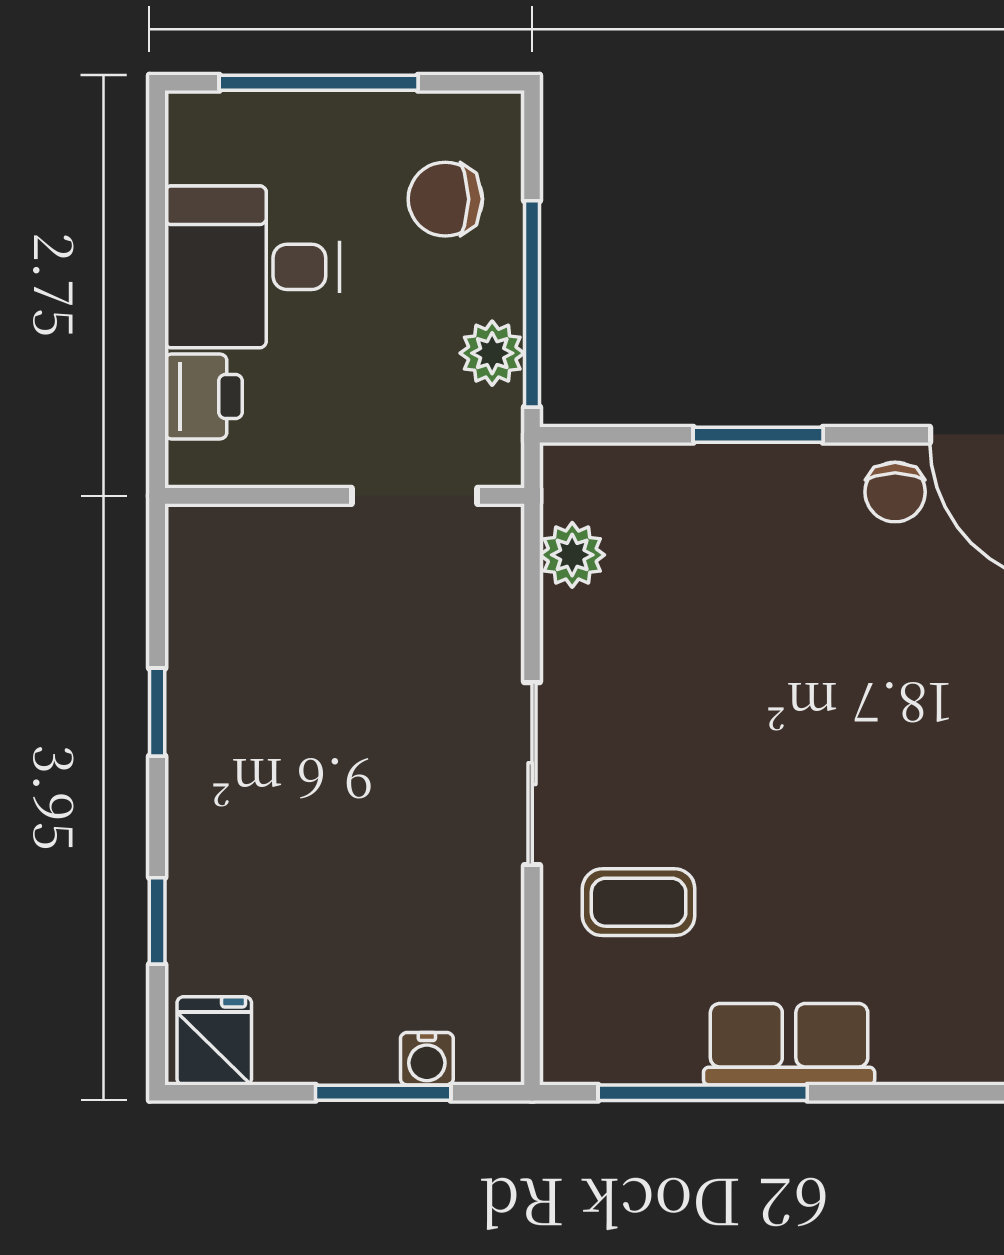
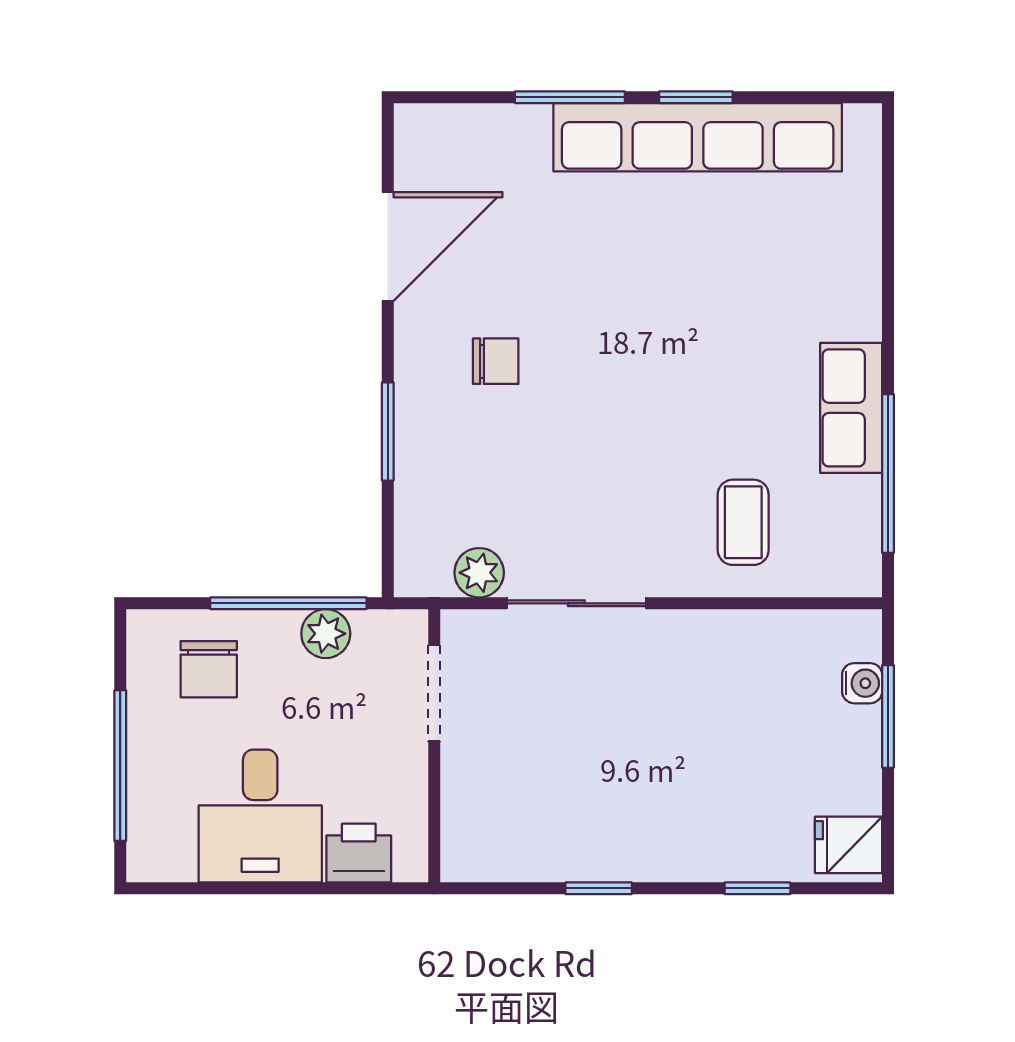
chair: (895, 492) -> (496, 361), moved
sliding door: (532, 774) -> (576, 603), moved

